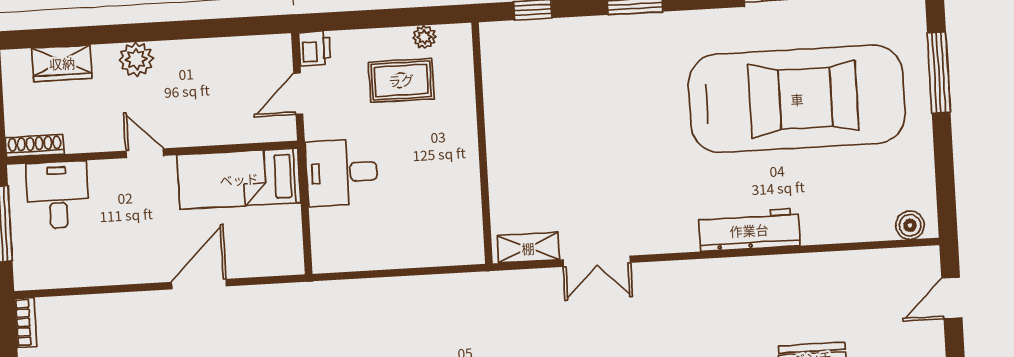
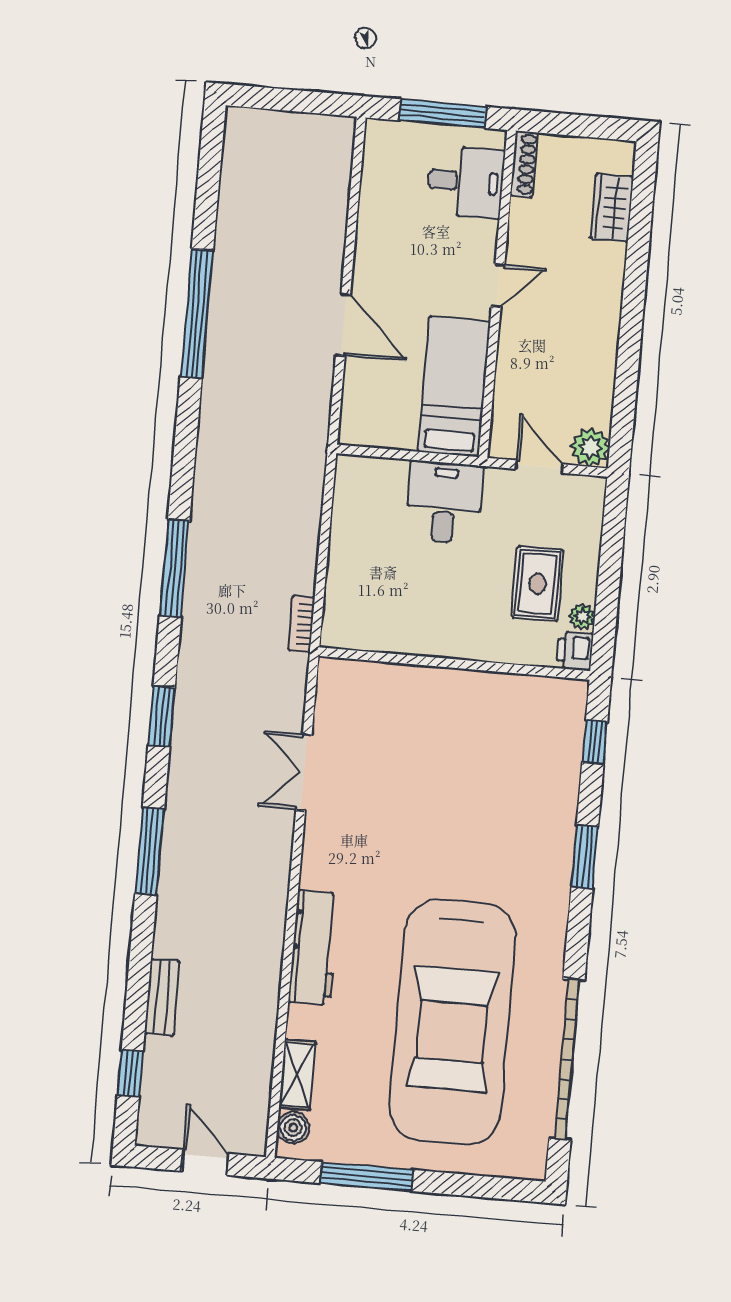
printer: (315, 49) -> (575, 651), moved, turned 90
plant: (136, 59) -> (590, 447), moved
window: (939, 73) -> (366, 1177), moved
shelving: (528, 248) -> (297, 1075), moved
bookcase: (26, 322) -> (302, 624), moved, turned 90

